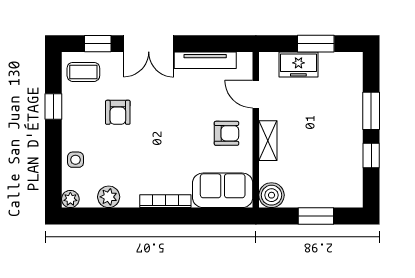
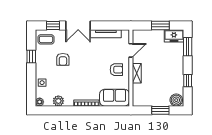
freezer: (298, 65) -> (174, 36), moved
door: (256, 94) -> (131, 50), swing flipped
window: (371, 111) -> (188, 47), moved
boiler: (272, 195) -> (176, 100), moved

